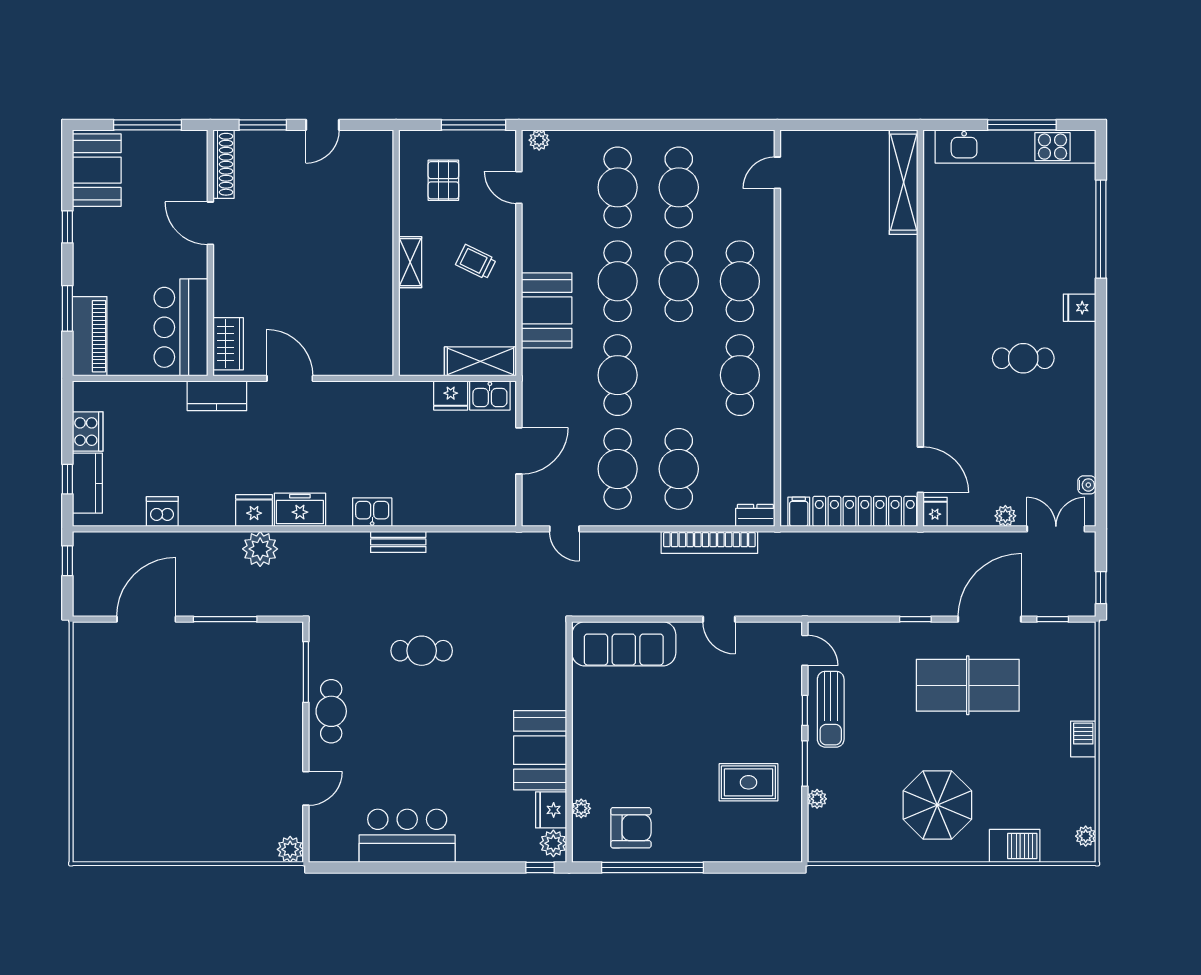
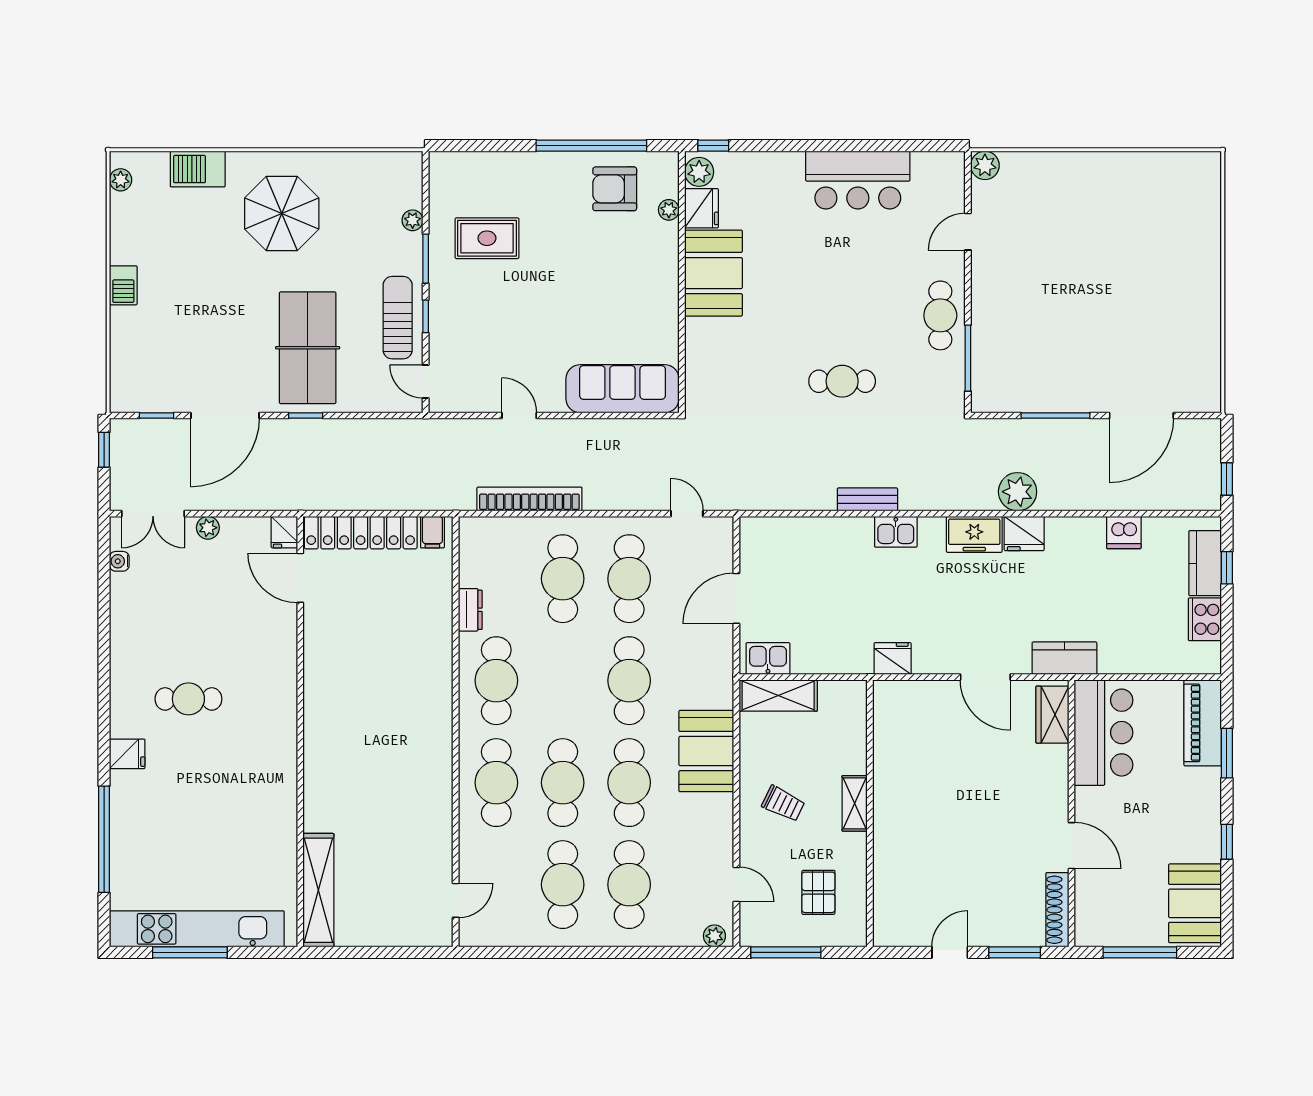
fridge: (451, 395) -> (893, 658), moved
dresser: (755, 515) -> (470, 610), moved, turned -90
table tennis table: (968, 685) -> (308, 348), moved, turned 90

